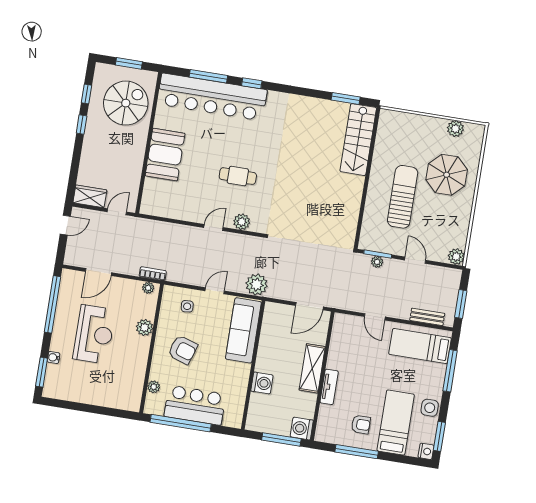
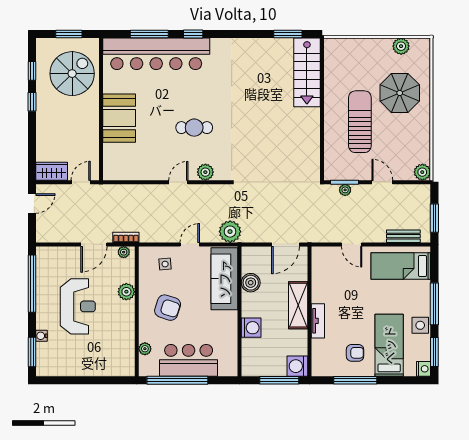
door: (99, 272) -> (94, 244), moved
boiler: (269, 338) -> (251, 283), added
window: (450, 371) -> (434, 304), moved

